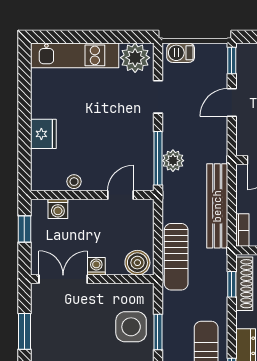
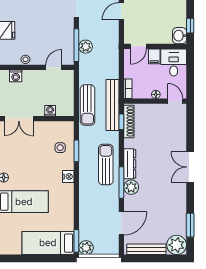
bench: (217, 206) -> (113, 105), moved
boiler: (137, 263) -> (64, 109), removed
washing machine: (96, 266) -> (50, 111), moved
double door: (63, 279) -> (19, 119), swing flipped
side table: (131, 327) -> (60, 148), width x0.54, depth x0.54

